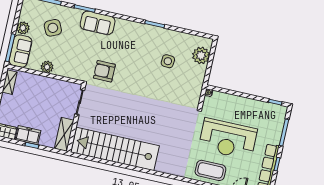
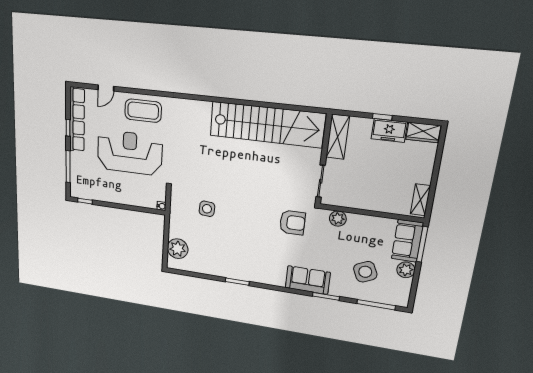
side table: (168, 61) -> (207, 209), moved
plant: (47, 67) -> (338, 219), moved

